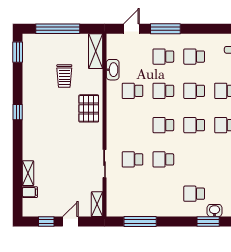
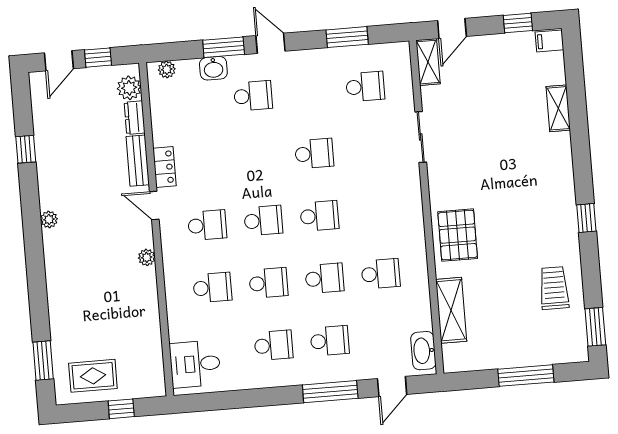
window: (58, 29) -> (526, 376), width x0.68
shelving: (96, 51) -> (451, 310), moved
washbasin: (113, 70) -> (423, 351), moved
trolley: (64, 76) -> (554, 288), moved
school desk: (133, 159) -> (365, 87), moved
filing cabinet: (30, 192) -> (549, 41), moved
door: (70, 222) -> (452, 28), moved
window: (140, 222) -> (347, 37), width x0.69
door: (182, 222) -> (271, 43), added

